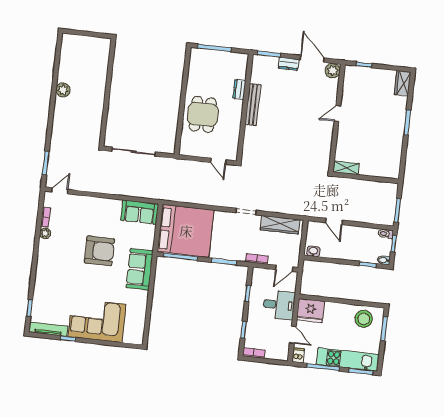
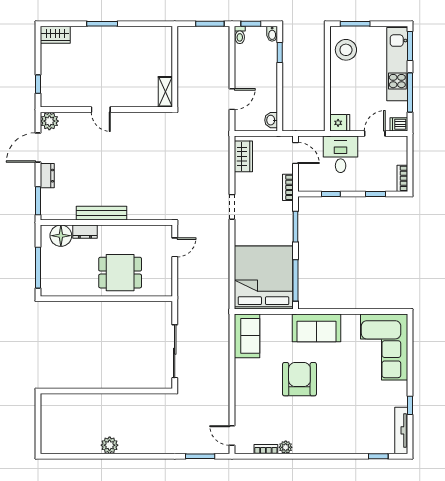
floor lamp: (238, 69) -> (61, 236), added
wardrobe: (280, 225) -> (243, 156), width x0.67
fridge: (310, 310) -> (340, 123), width x0.53, depth x0.75
corner sofa: (97, 320) -> (384, 347), moved

